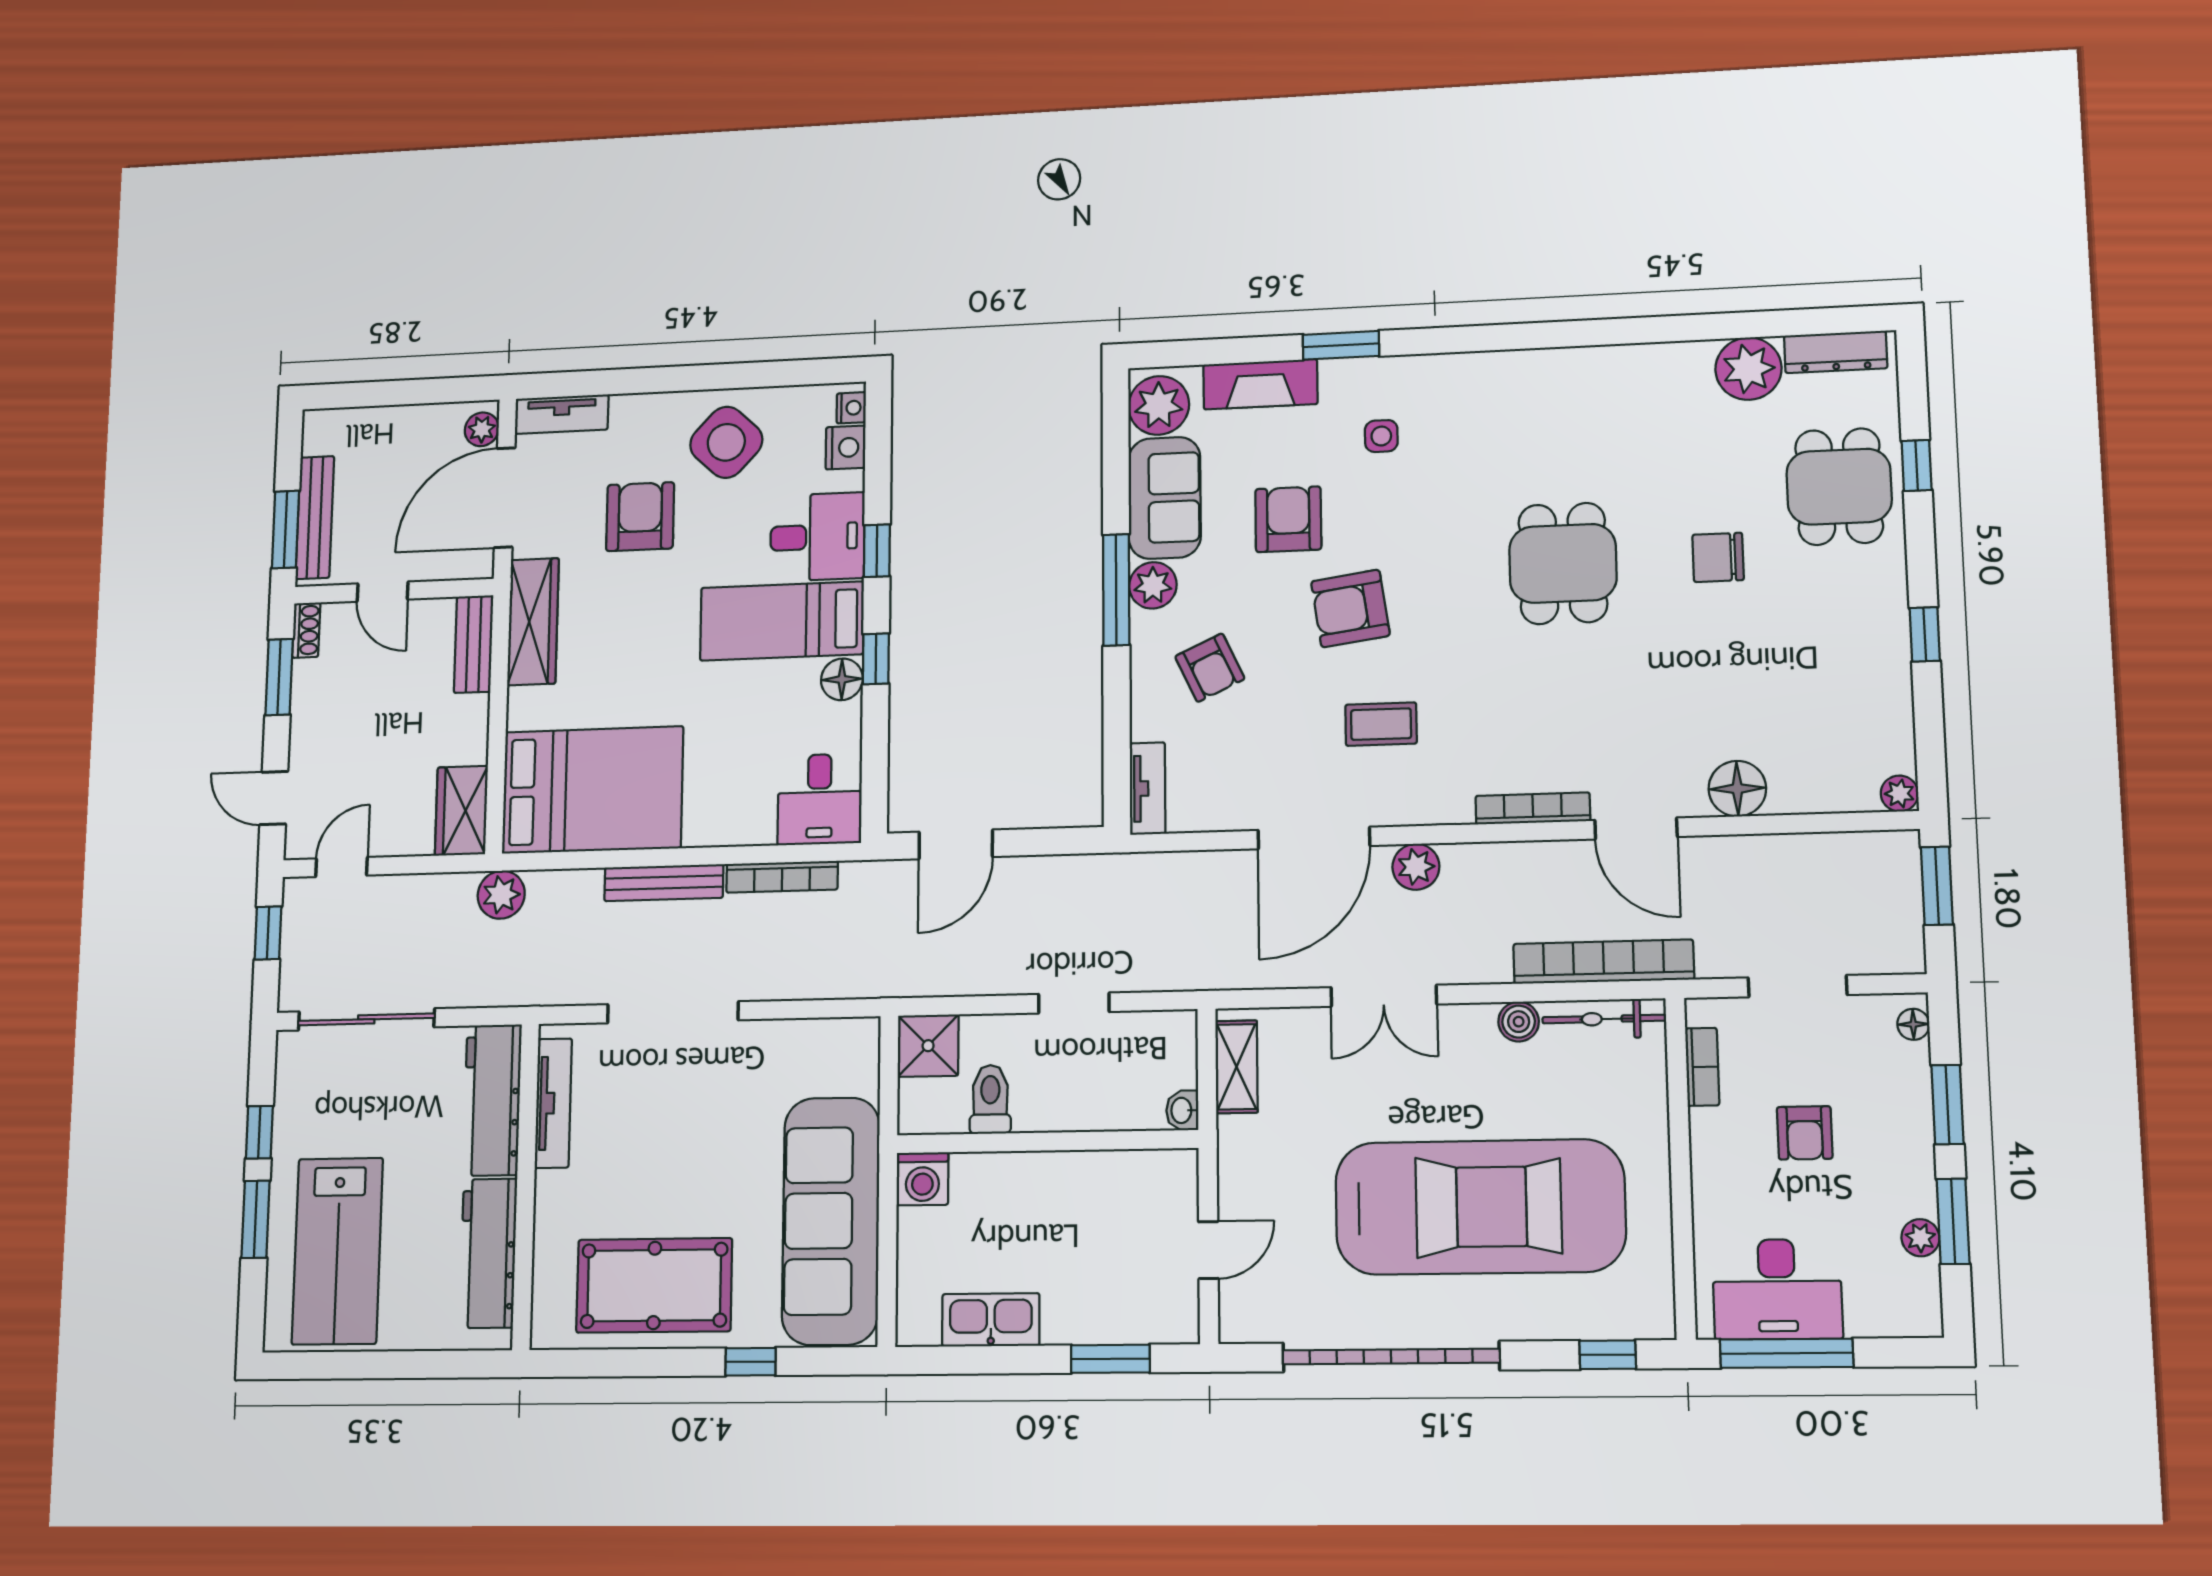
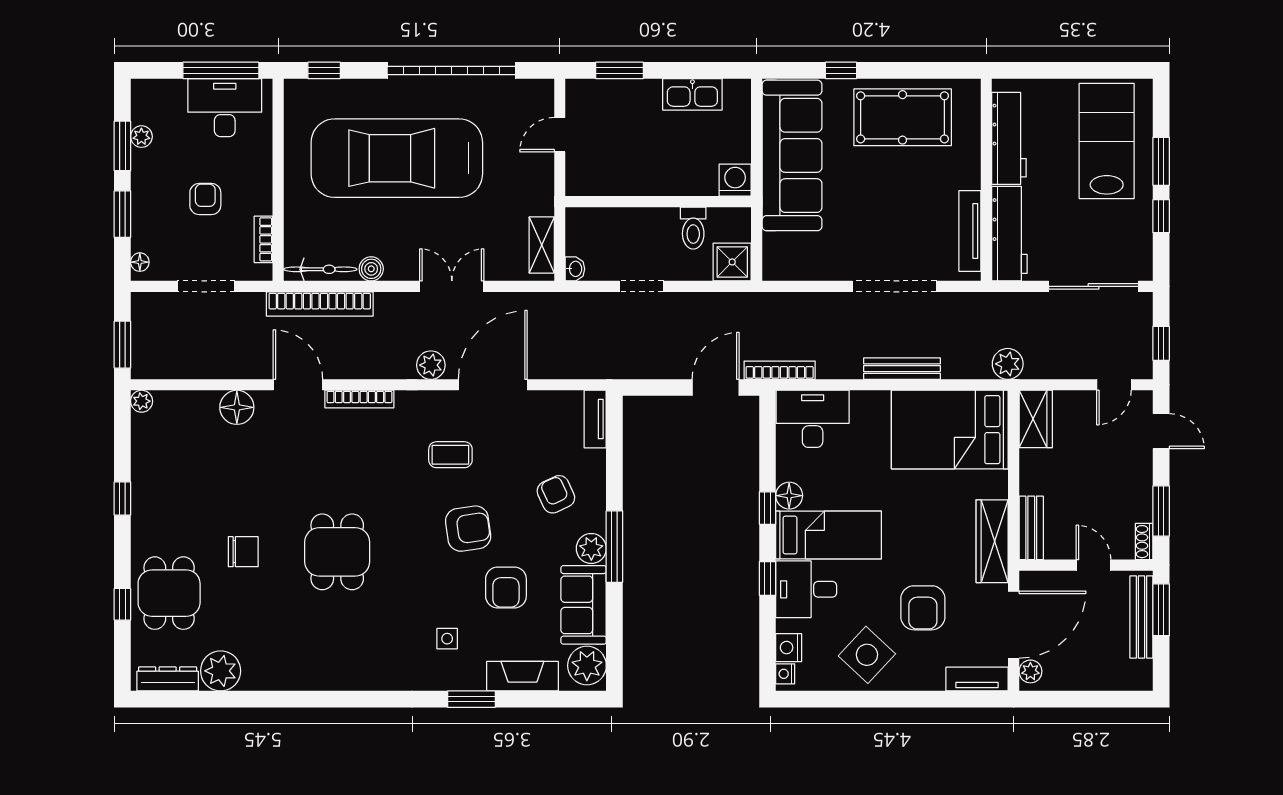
desk: (819, 799) -> (813, 419), width x1.37
bookcase: (782, 877) -> (780, 370), moved
washbasin: (1182, 1110) -> (575, 269), moved

